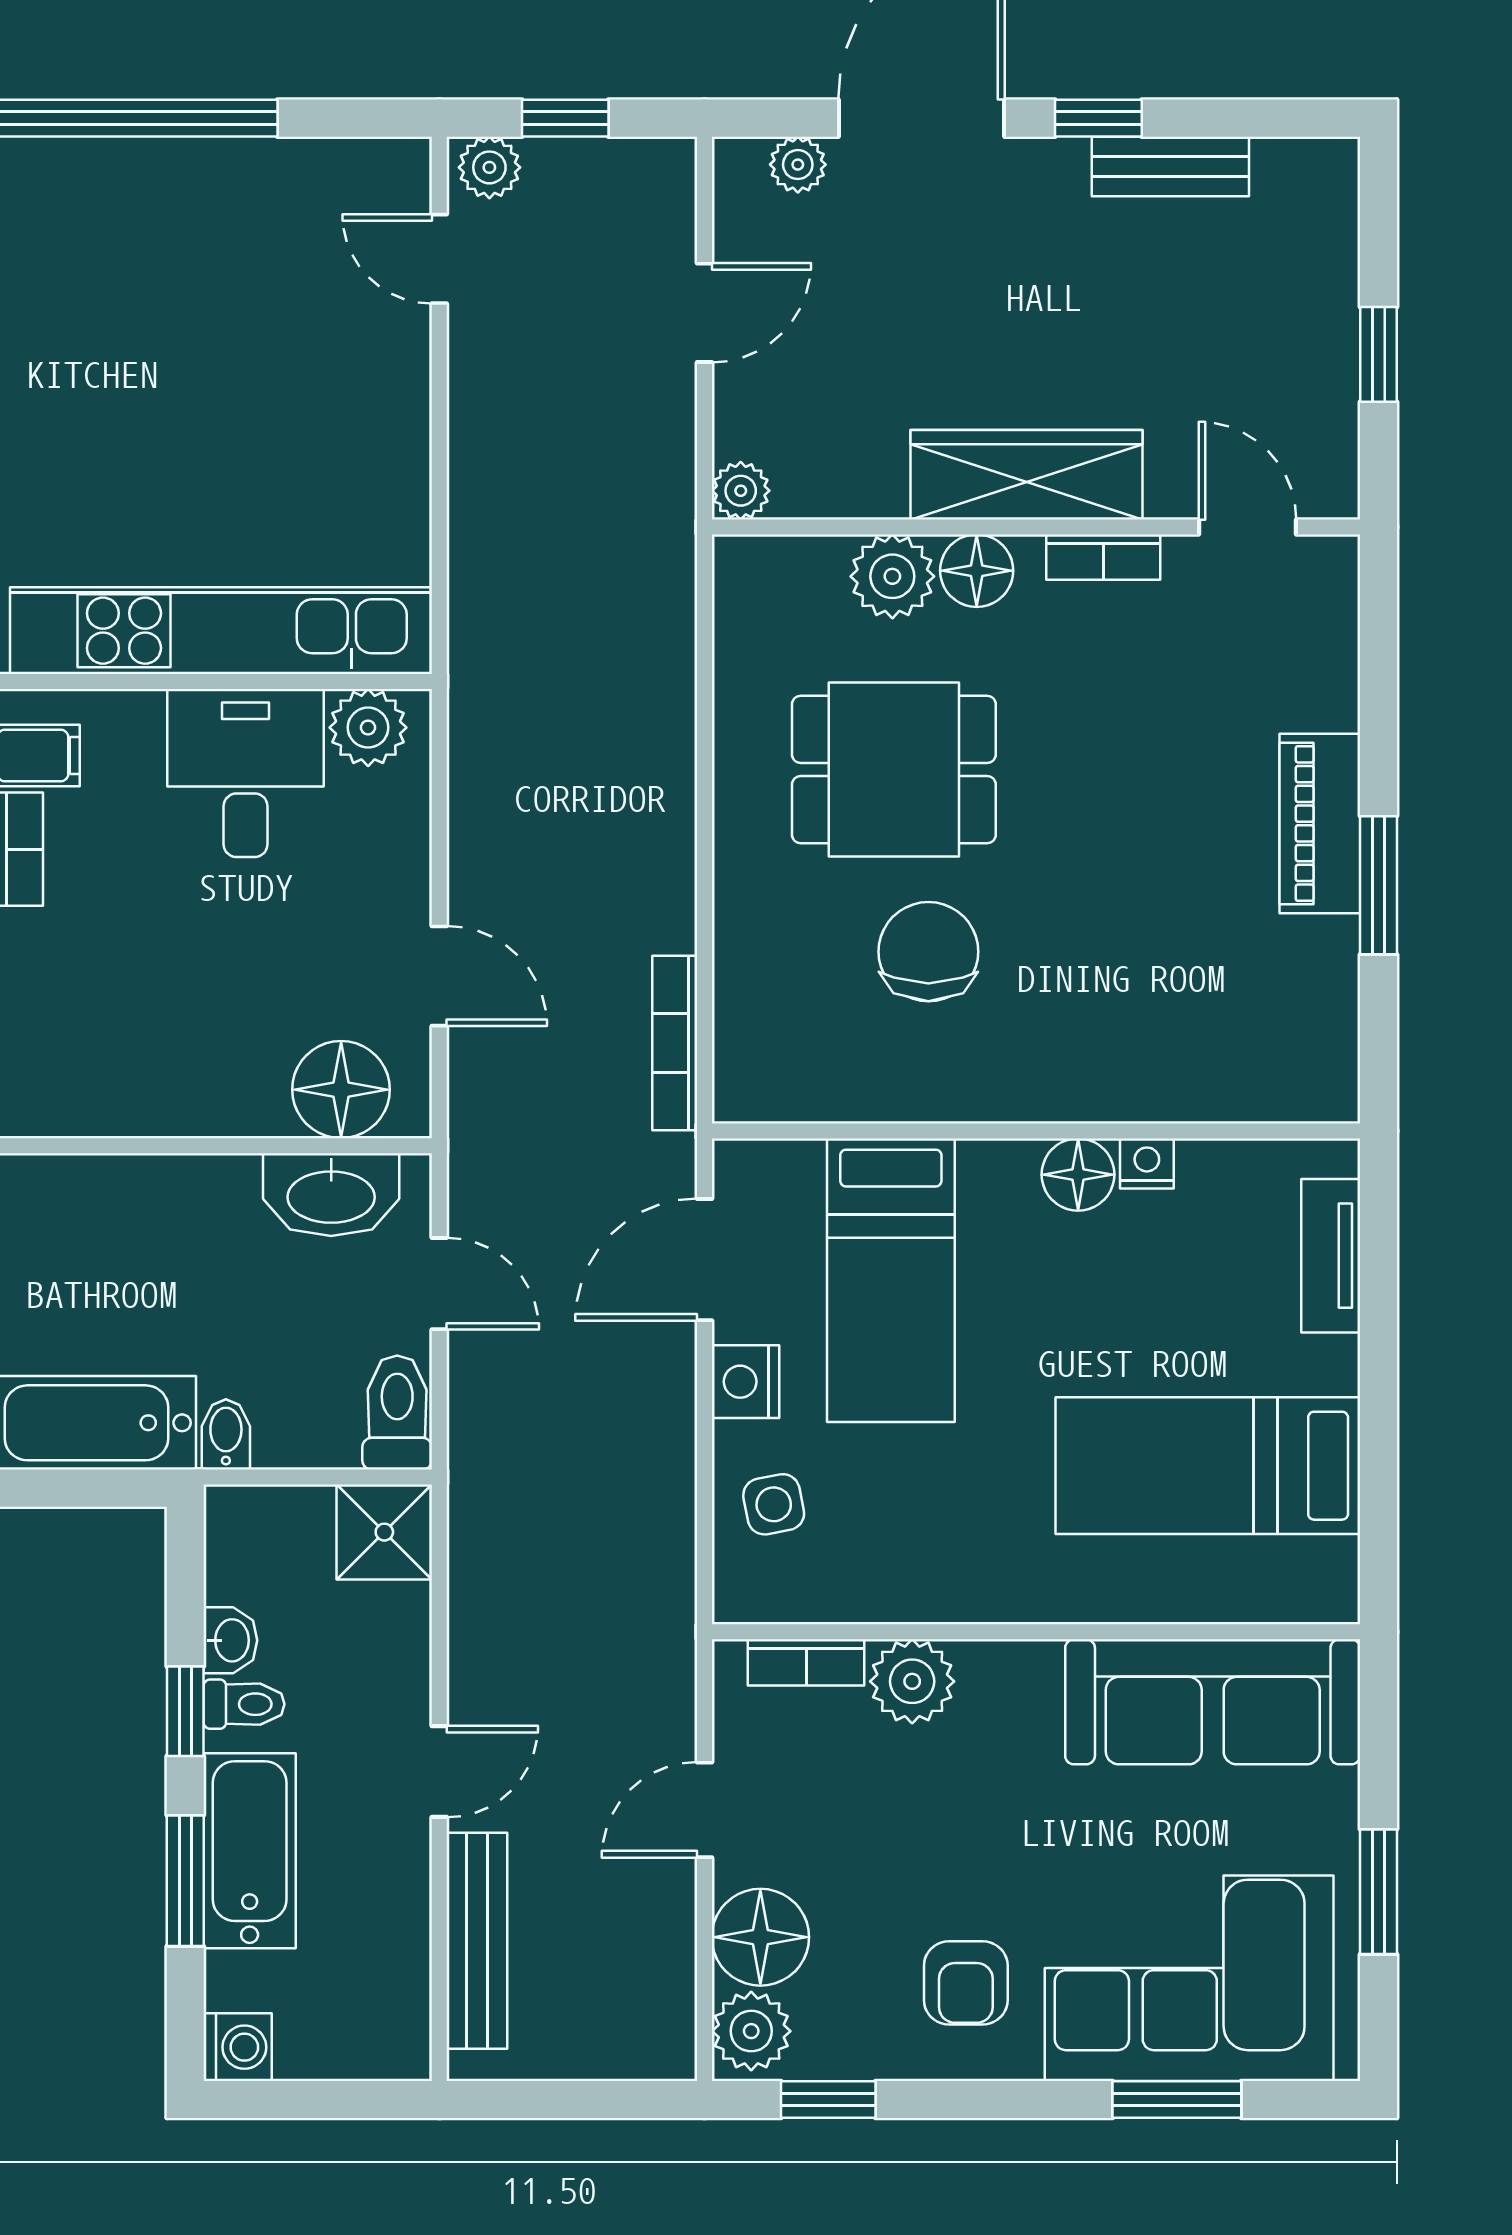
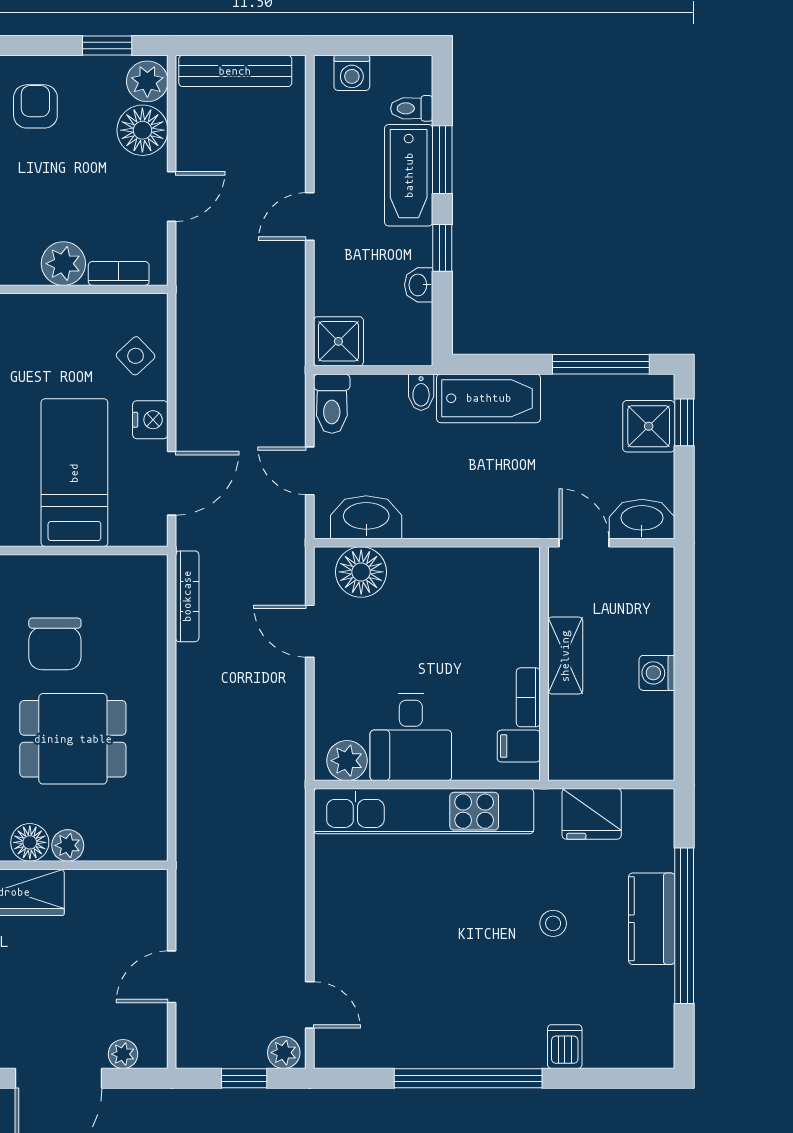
plant: (741, 491) -> (153, 884), removed
plant: (892, 576) -> (68, 845), width x0.73, depth x0.73
side table: (774, 1504) -> (136, 356), turned -32
toilet: (244, 1704) -> (412, 108), moved
bench: (477, 1941) -> (235, 71), moved, turned 90
washing machine: (238, 2047) -> (352, 73), moved, turned -90

